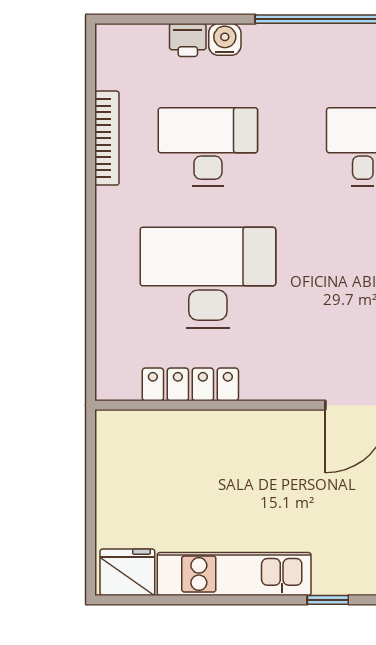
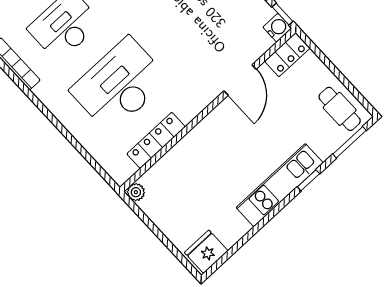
plant: (109, 424) -> (136, 192), added
kitchen unit: (234, 574) -> (280, 185), moved

